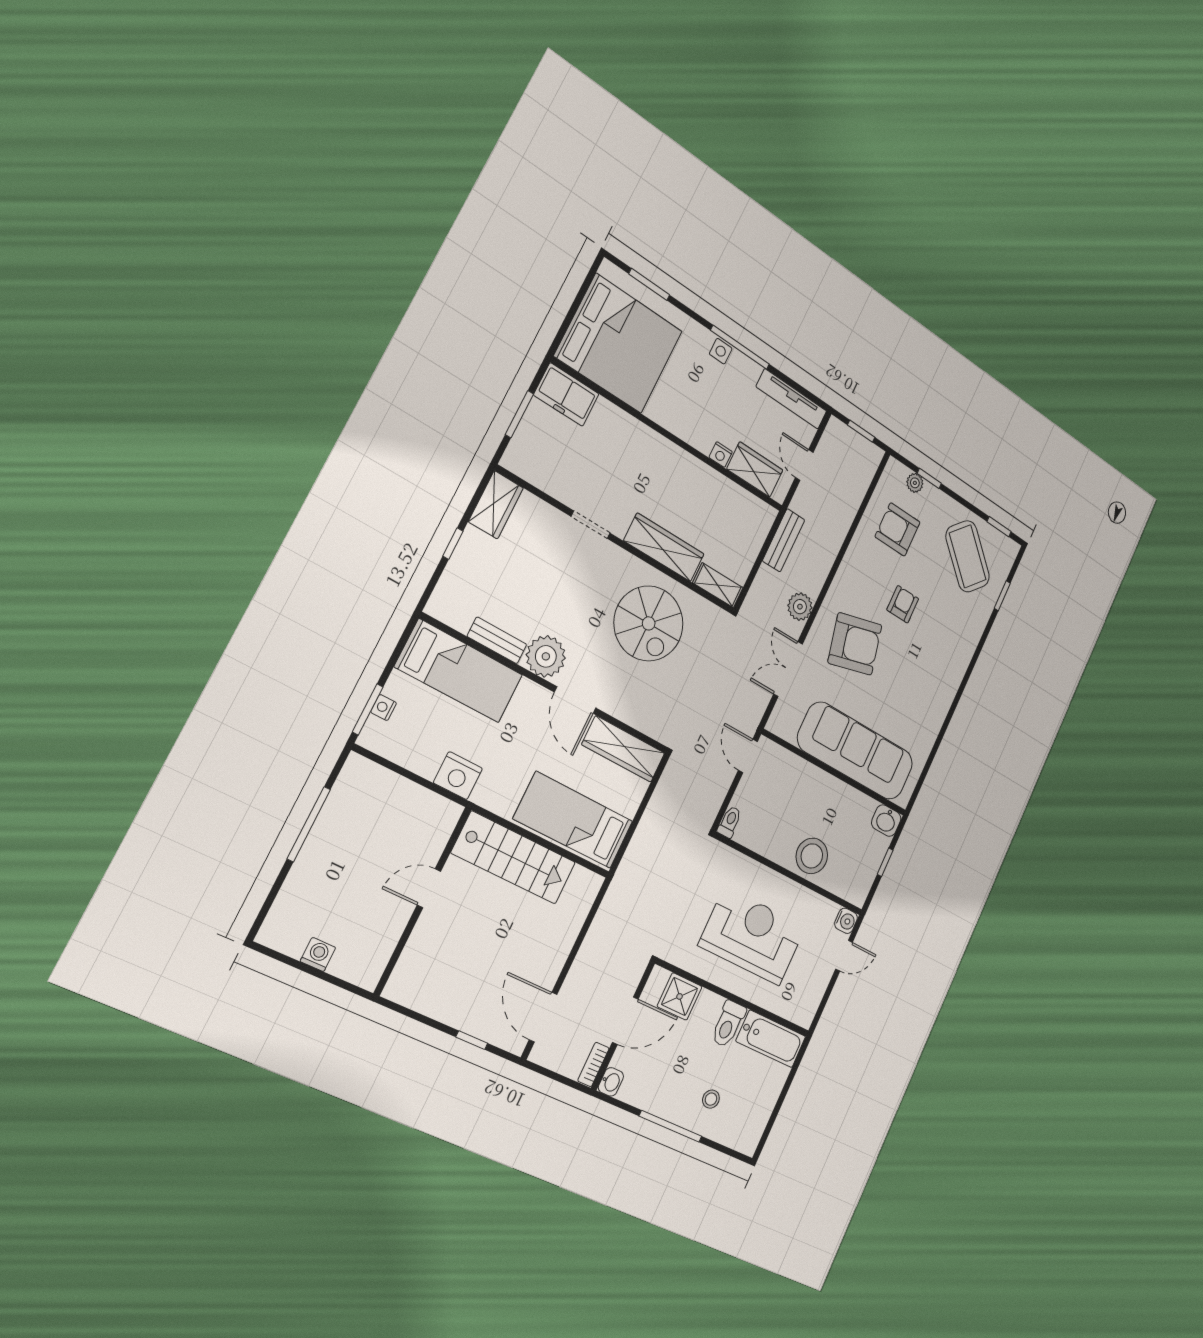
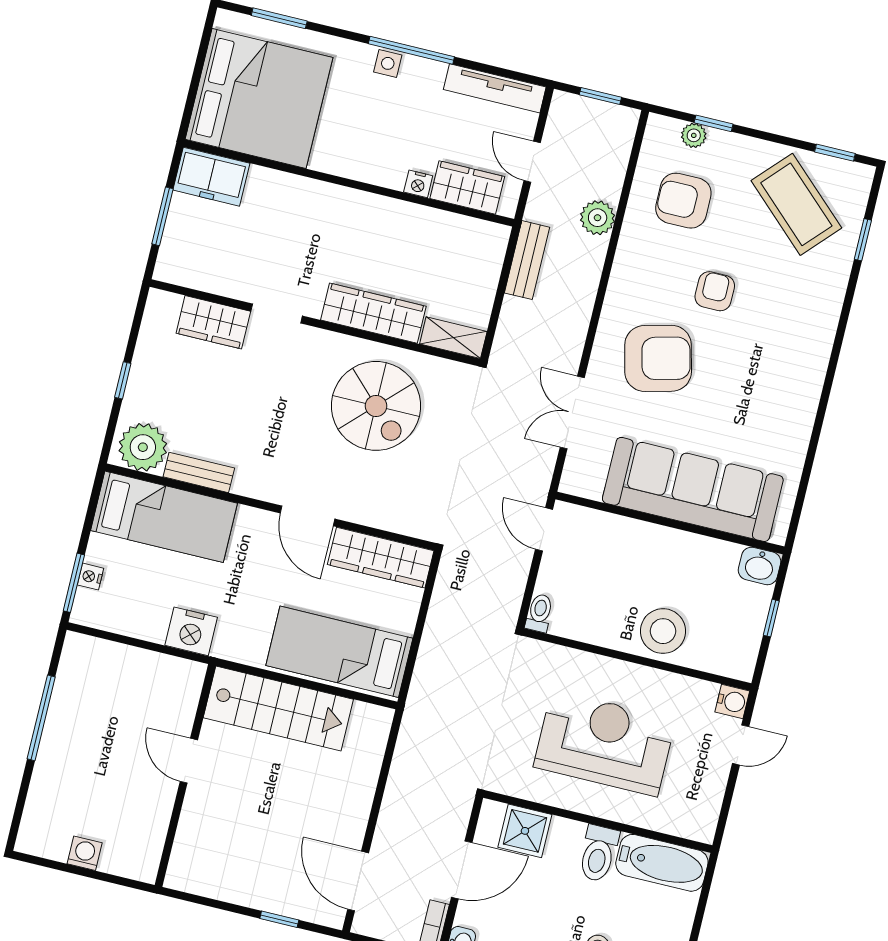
wardrobe: (496, 505) -> (213, 322), moved, turned 90
plant: (800, 607) -> (598, 218), moved
plant: (546, 656) -> (143, 447), moved
door: (429, 888) -> (189, 761), hinge flipped

